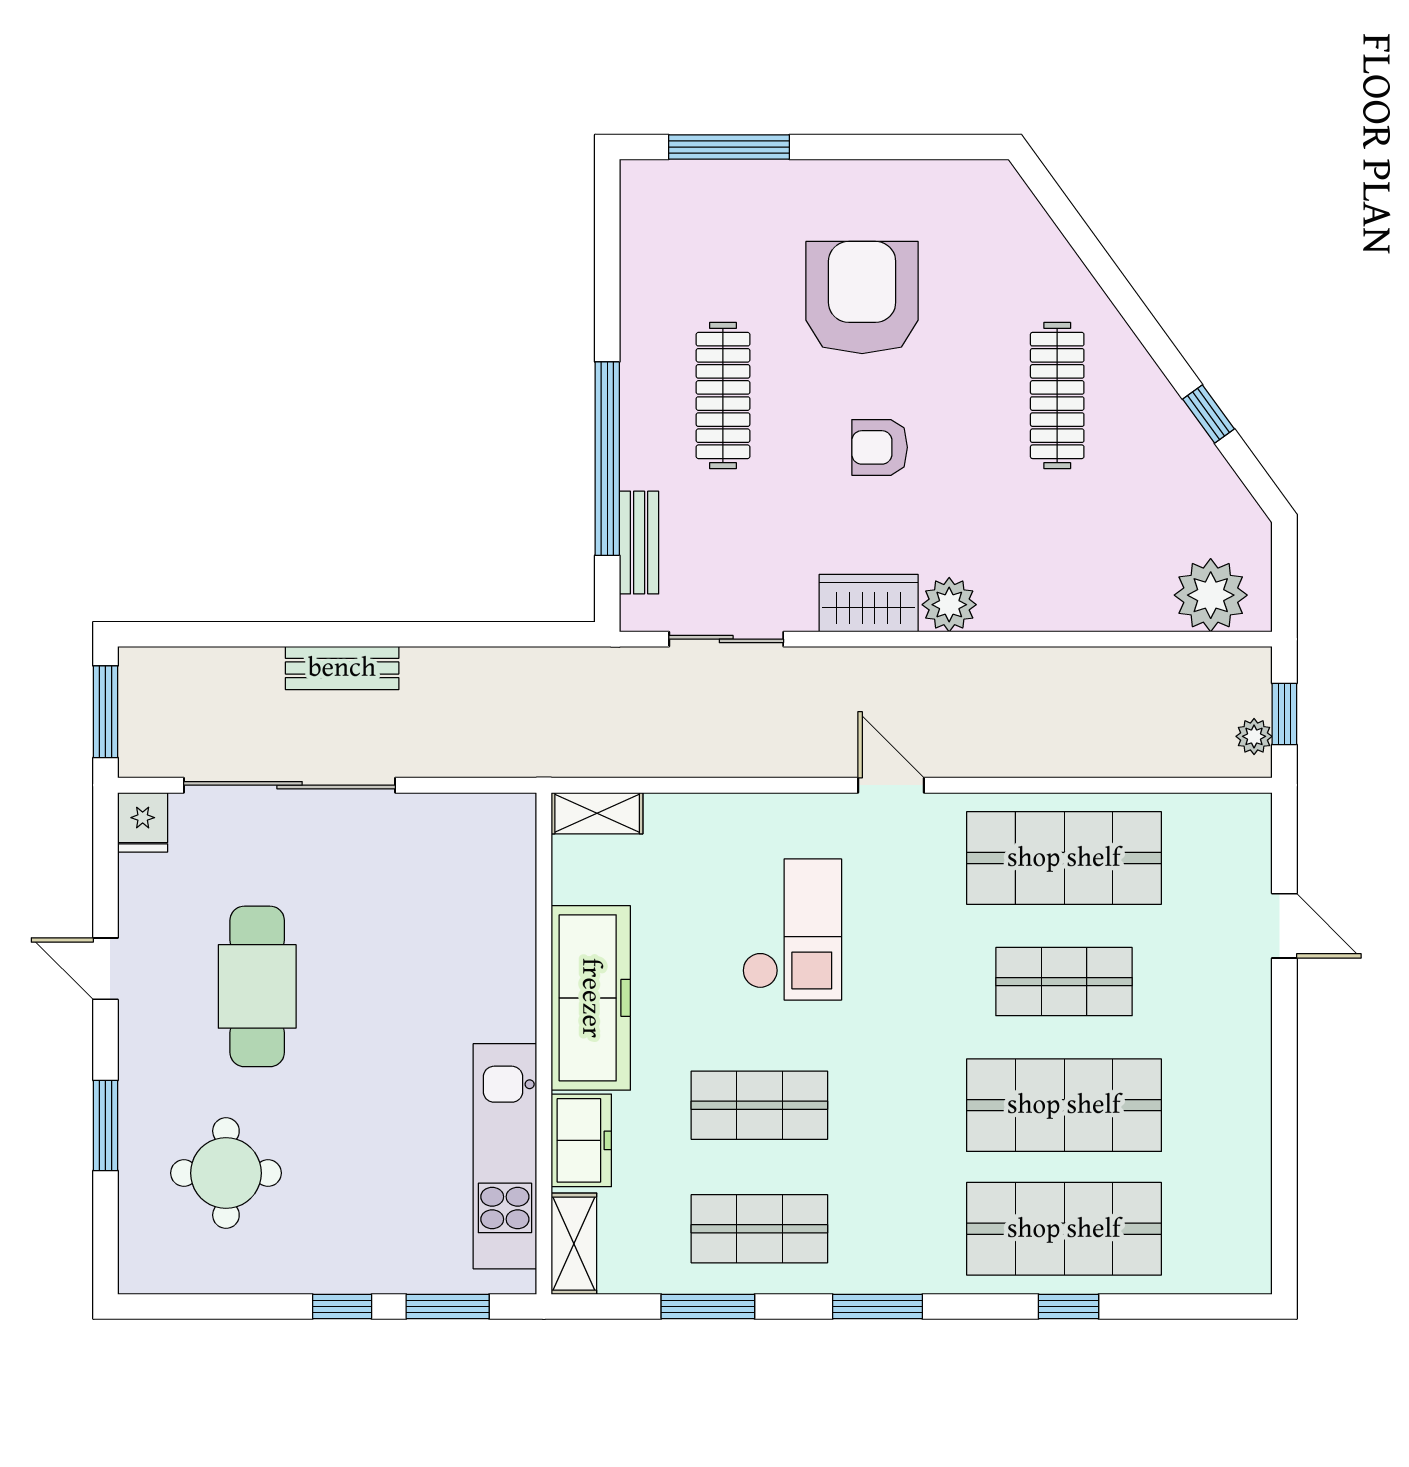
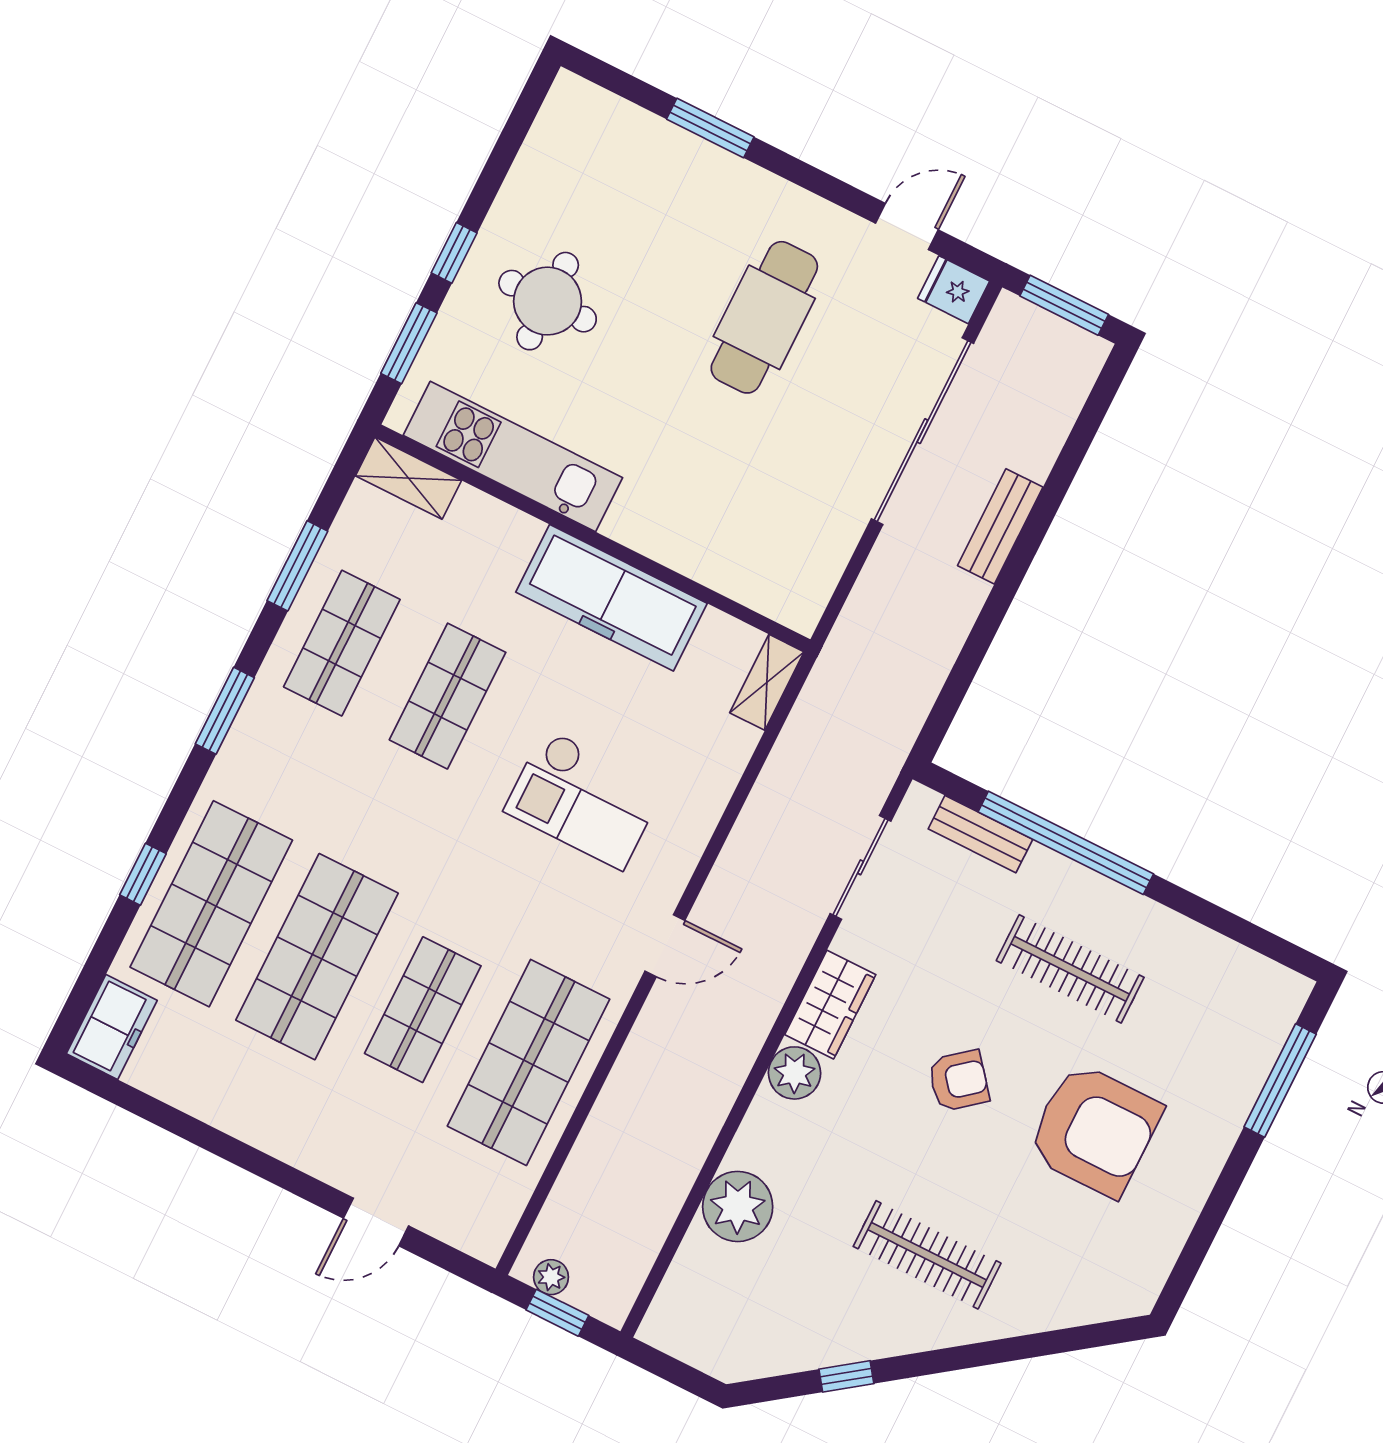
armchair: (880, 447) -> (959, 1081), turned 51
plant: (1211, 595) -> (738, 1206), moved
door: (105, 969) -> (907, 226), moved
cafe table: (257, 986) -> (764, 317), turned 90
freezer: (581, 1140) -> (112, 1027), moved, turned -90
round table: (226, 1173) -> (548, 301), moved

